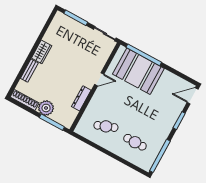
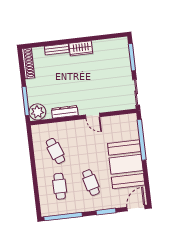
booth: (138, 71) -> (126, 164), moved
door: (193, 96) -> (136, 208), hinge flipped
plant: (46, 108) -> (37, 112), moved
cafe table: (149, 116) -> (91, 183), added

